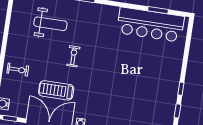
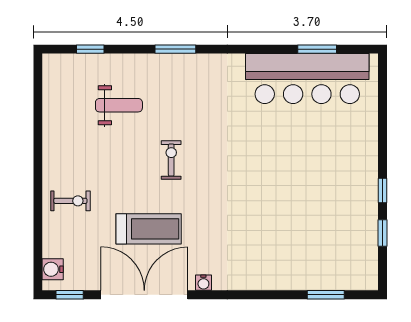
weight bench: (50, 24) -> (119, 105), width x0.73, depth x0.75
treadmill: (56, 90) -> (149, 229), turned 180

